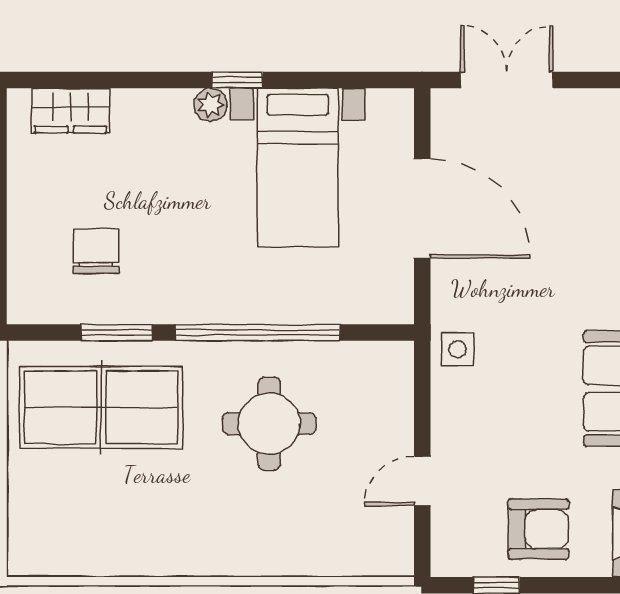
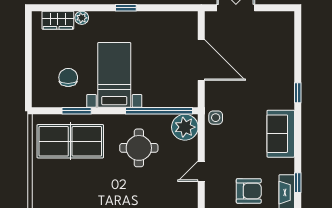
plant: (211, 105) -> (82, 18), moved
bed with nightstands: (298, 168) -> (114, 75), moved, turned 180
window: (258, 333) -> (159, 111), moved
plant: (382, 373) -> (185, 127), added

